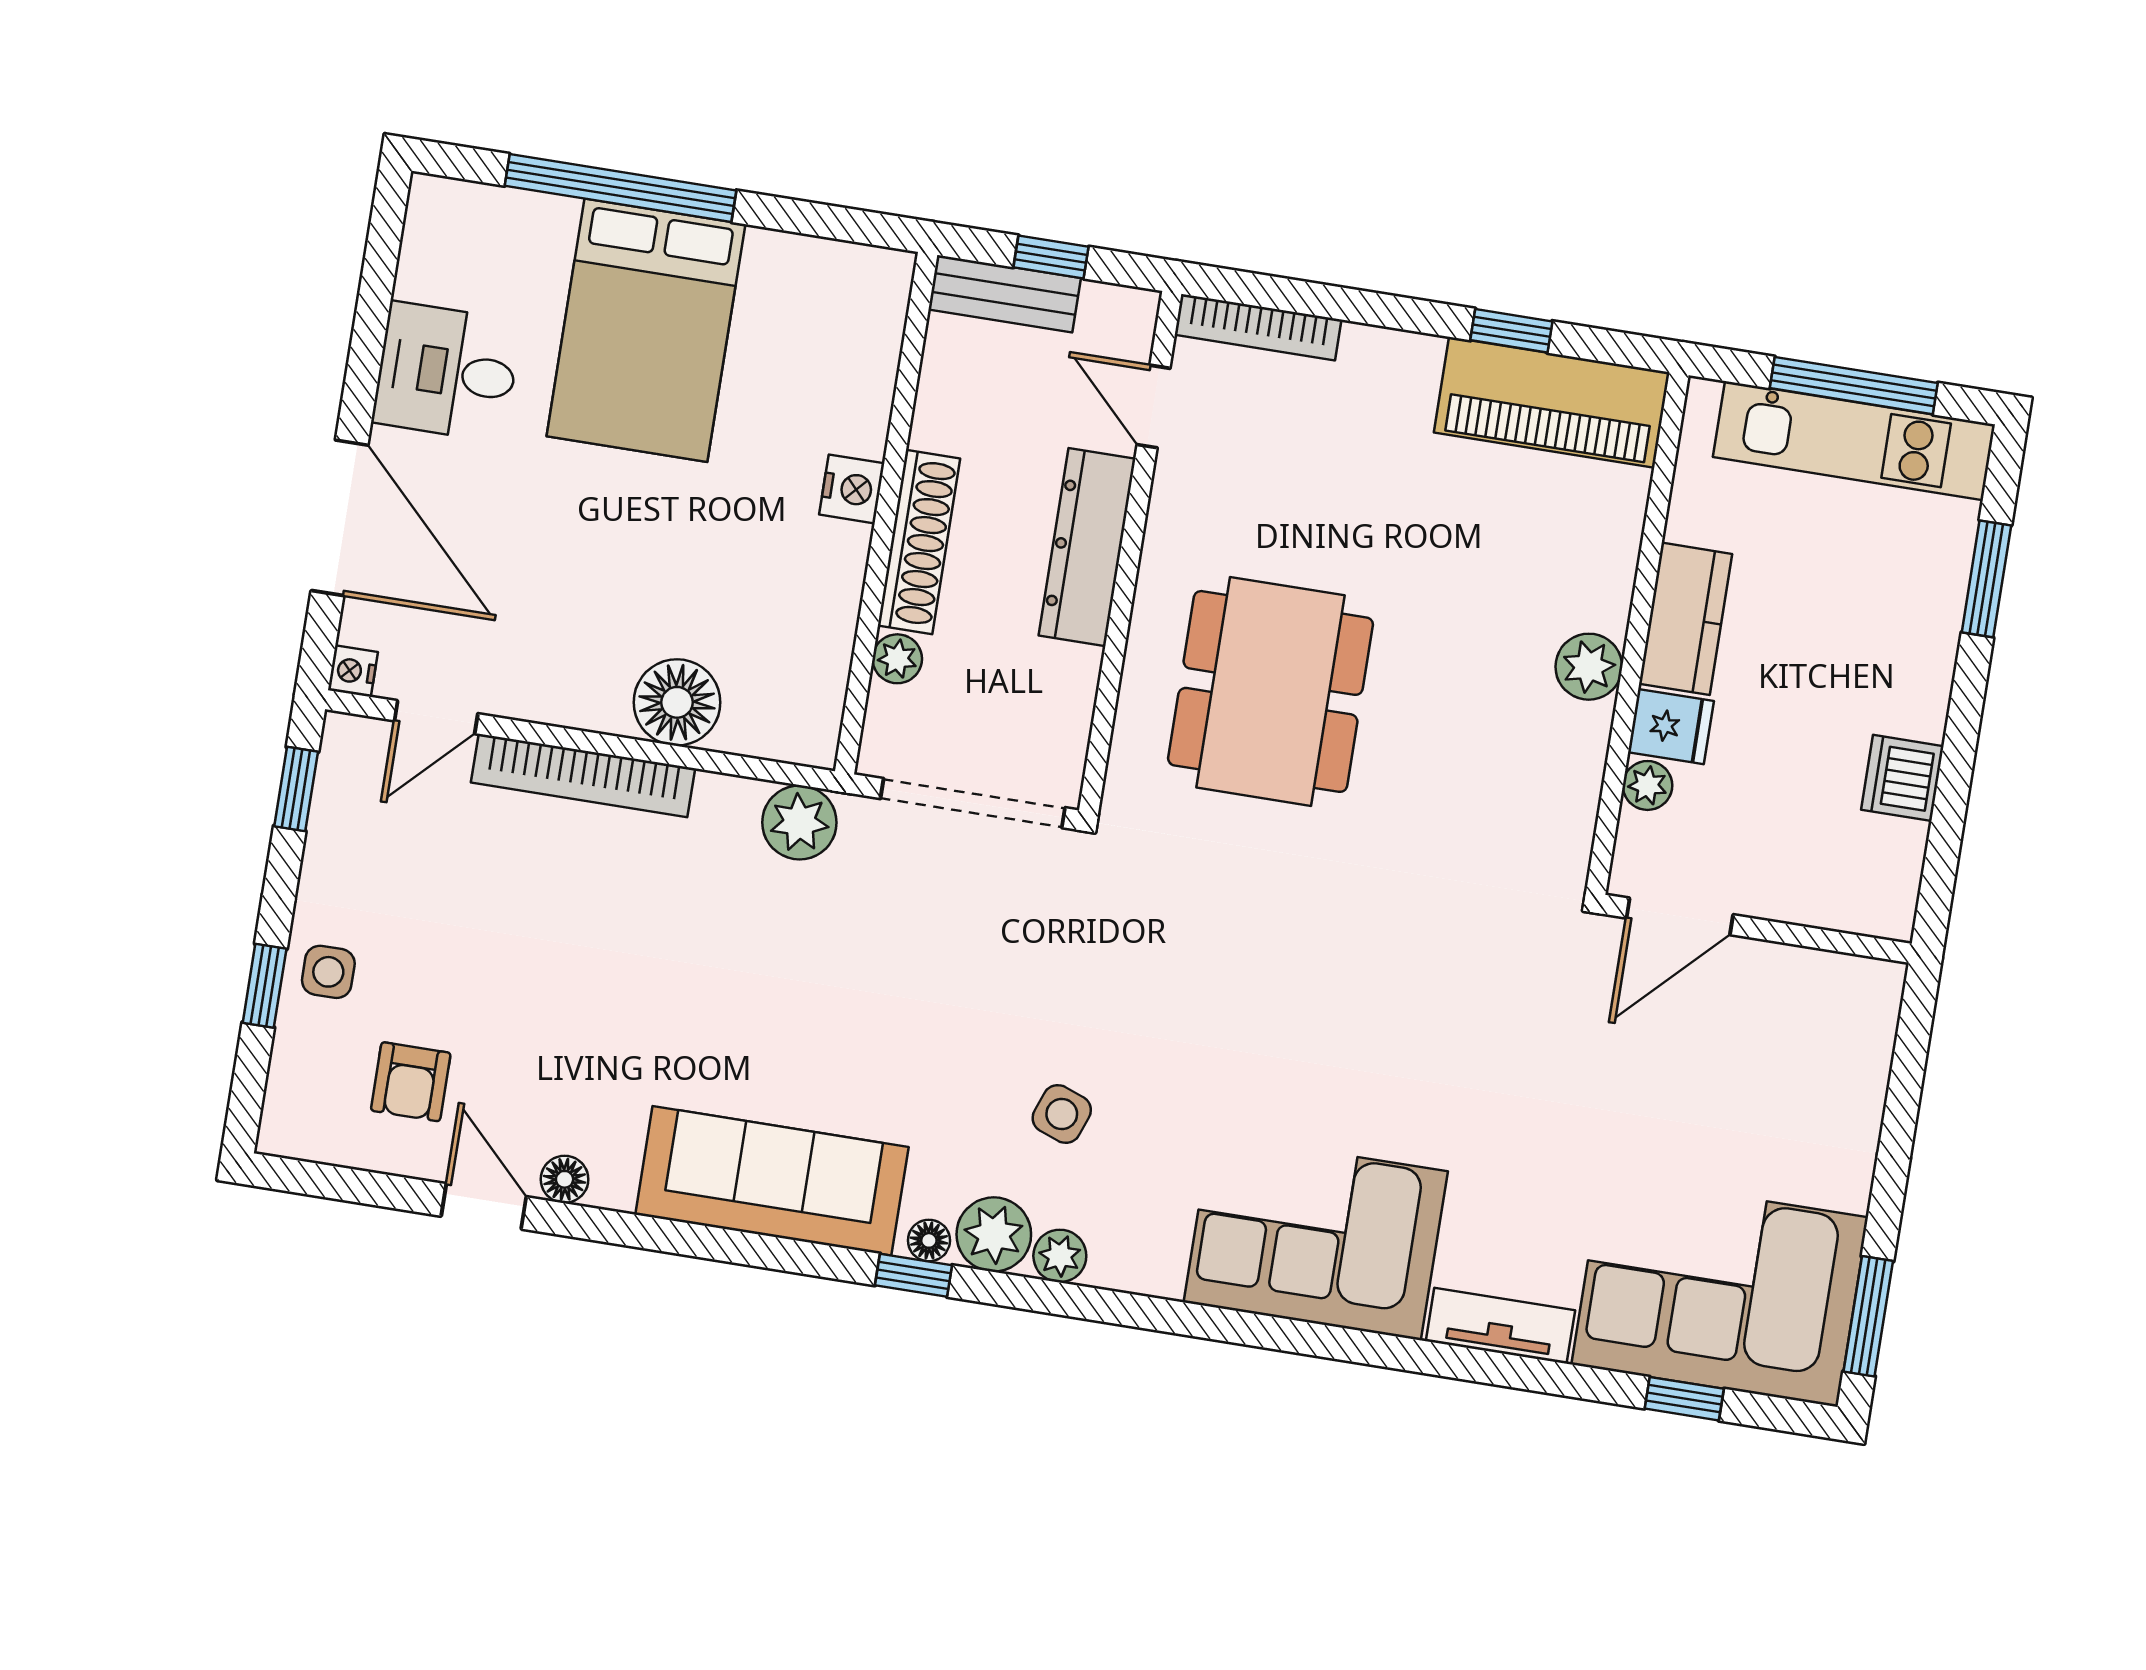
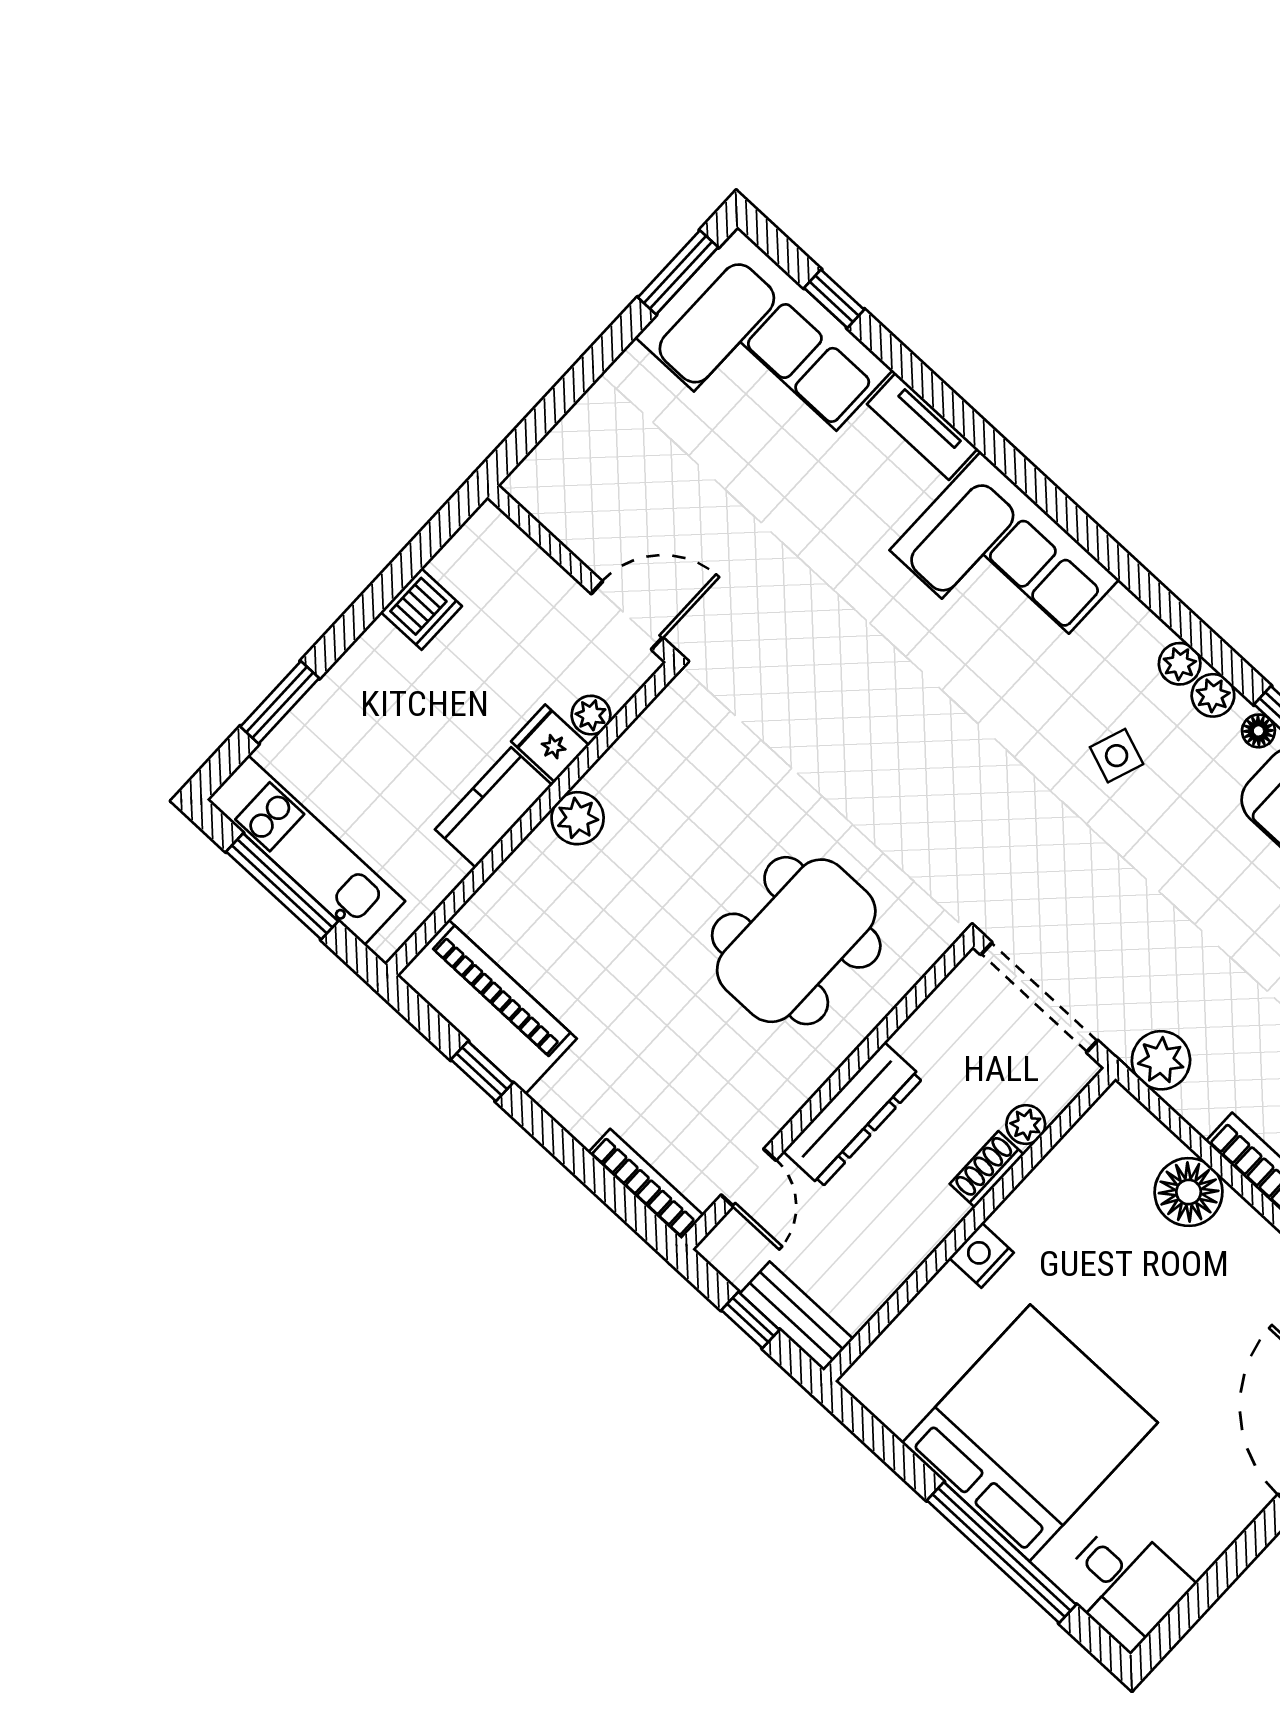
bed: (646, 330) -> (1030, 1433), width x1.36
desk: (447, 372) -> (1125, 1584), moved
shoe rack: (919, 542) -> (987, 1169), width x0.51, depth x0.81
plant: (994, 1234) -> (1213, 695), width x0.73, depth x0.73

